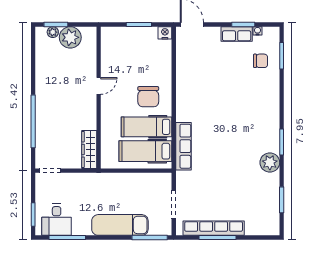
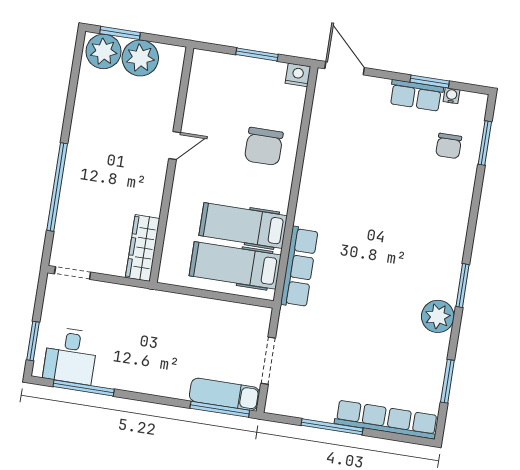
plant: (53, 32) -> (104, 51), width x1.88, depth x1.88
chair: (261, 61) -> (449, 146), turned 90
chair: (148, 97) -> (264, 146), moved
exam couch: (120, 225) -> (224, 394), moved, width x0.73, depth x0.69
row of seats: (214, 228) -> (386, 420), moved

